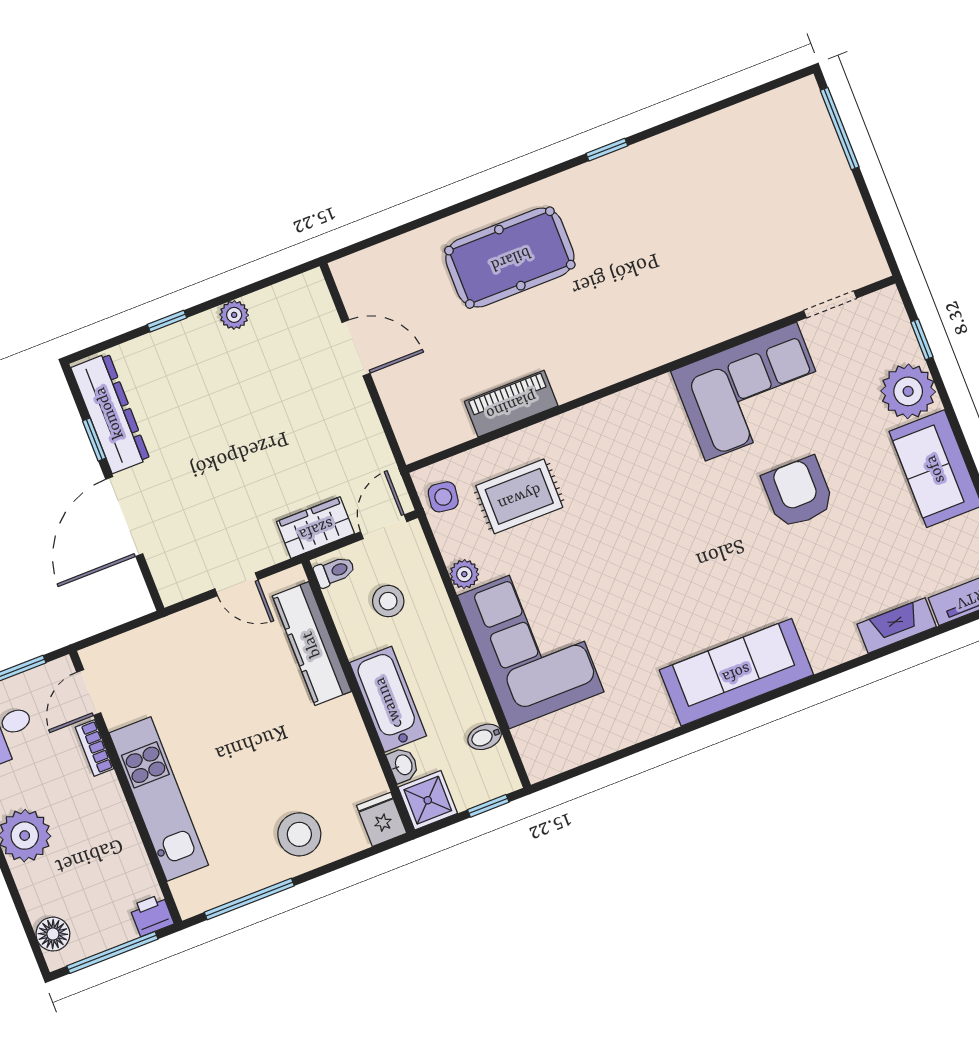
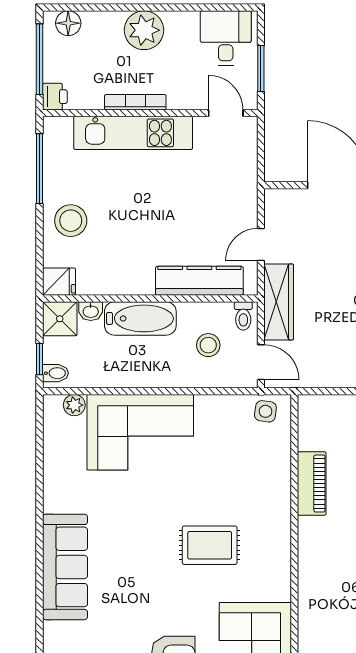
rug: (519, 496) -> (210, 545), moved, turned 90
wardrobe: (316, 528) -> (279, 302), width x1.50
plant: (464, 574) -> (74, 405), moved
bidet: (485, 737) -> (55, 373), moved, turned 90
bookcase: (94, 748) -> (135, 102), moved, width x1.56

